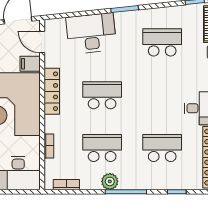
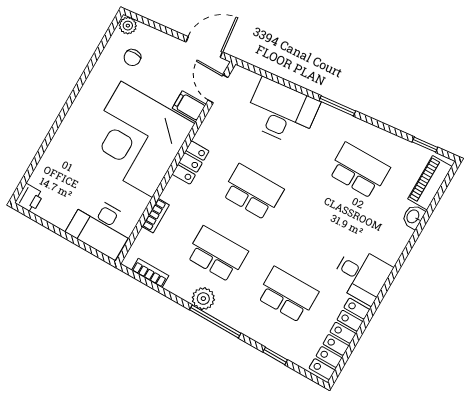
locker: (52, 91) -> (191, 163), width x0.66

